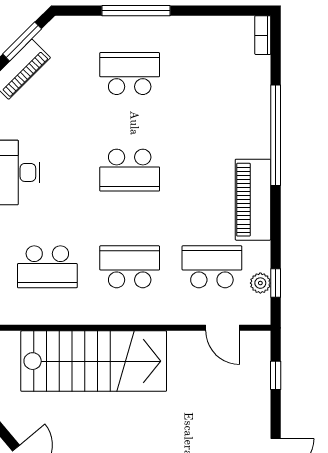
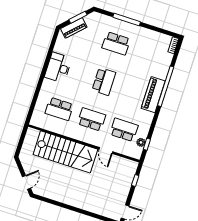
school desk: (130, 74) -> (116, 43), turned 180
school desk: (130, 170) -> (104, 81), turned -90
piano: (253, 200) -> (153, 95), moved
door: (223, 328) -> (106, 150), moved

